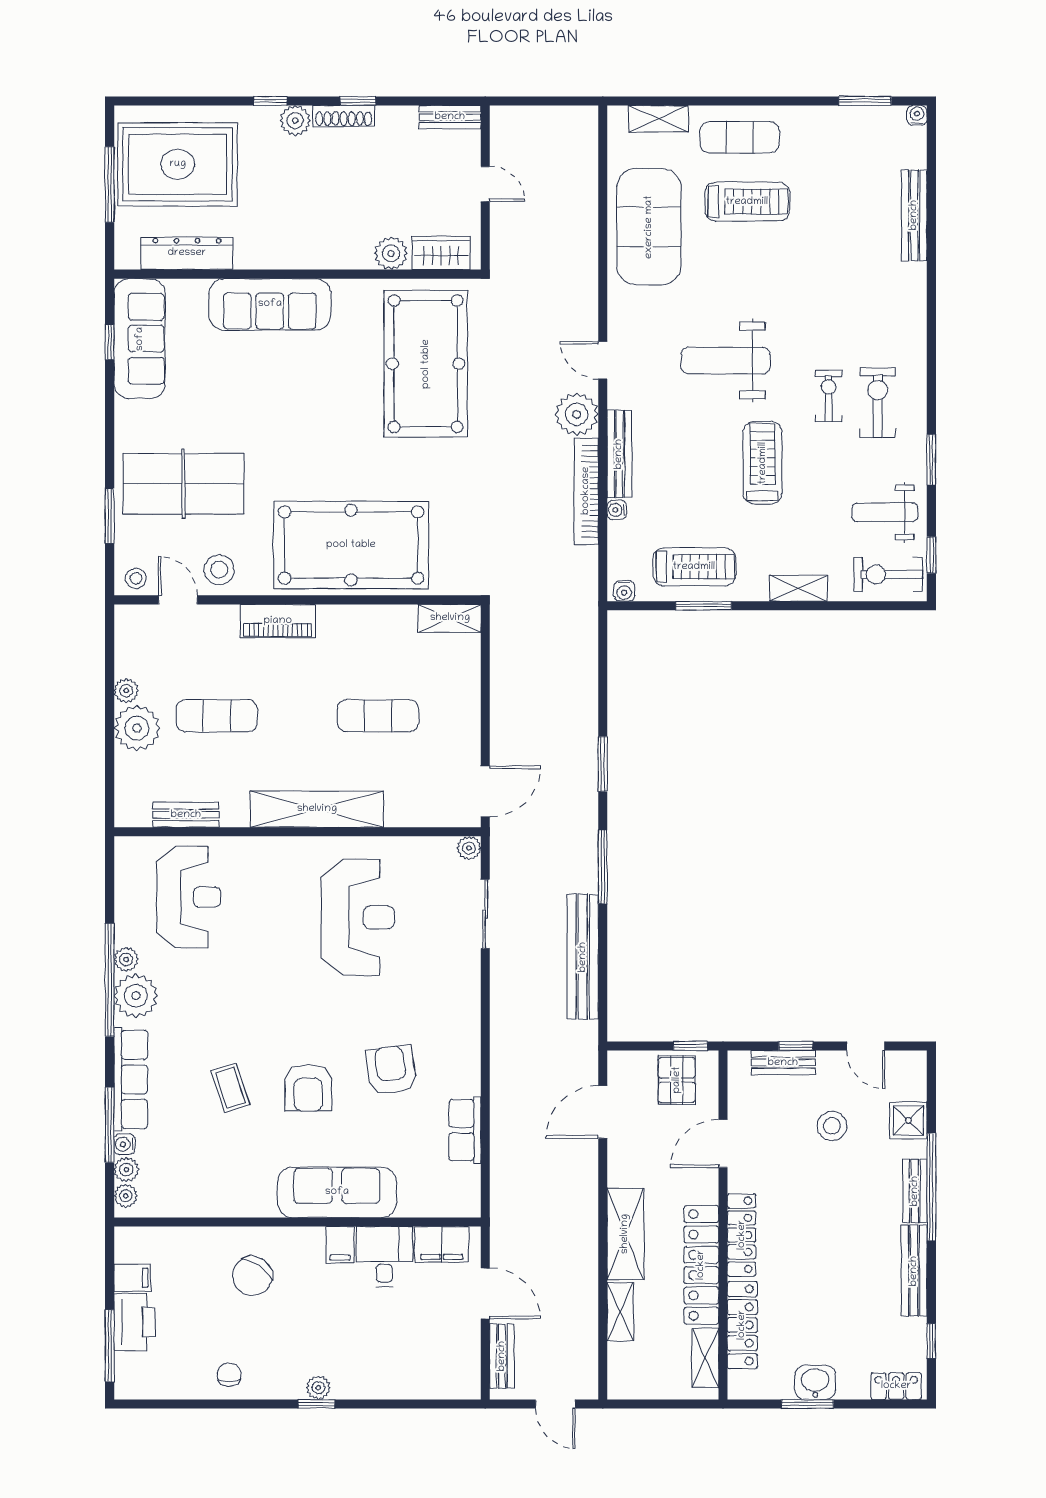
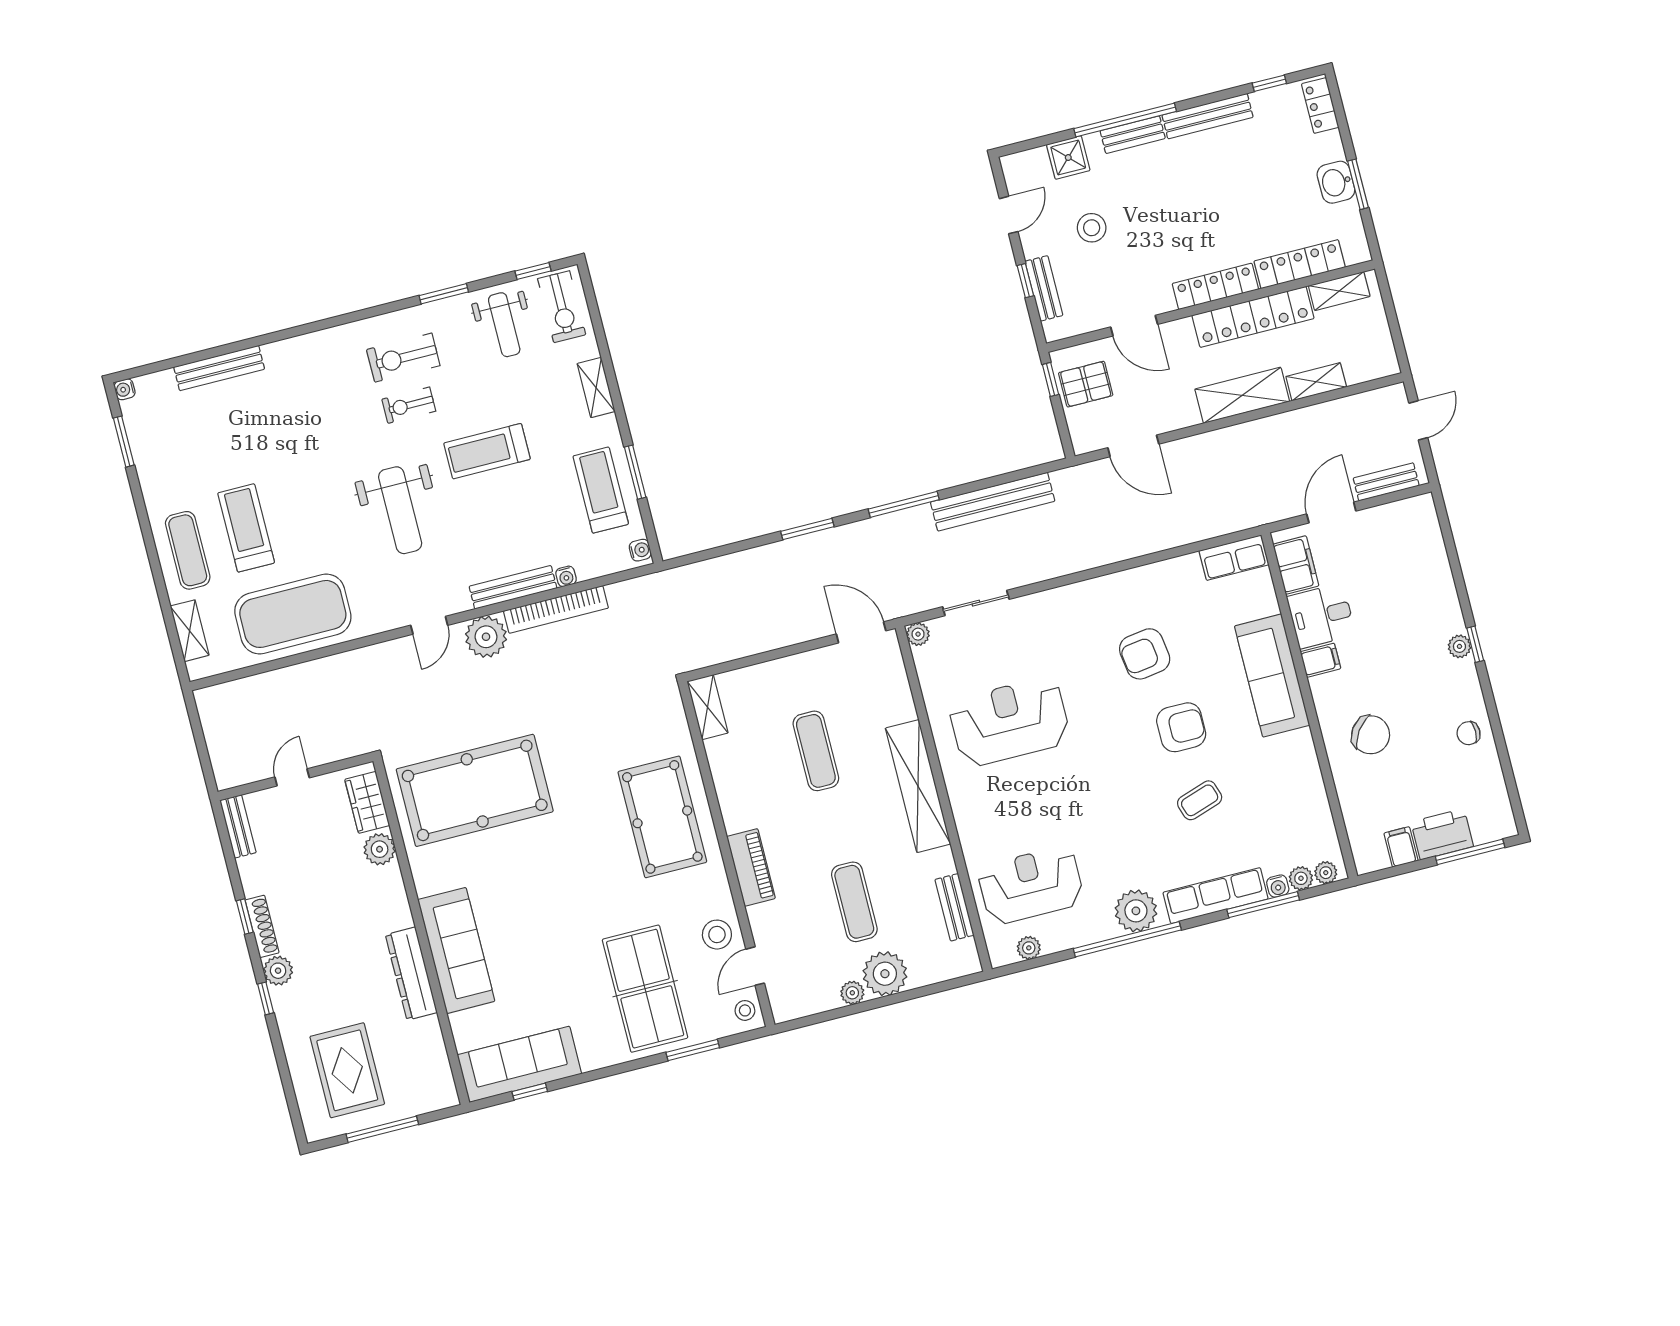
rug: (178, 164) -> (347, 1070), width x0.73, depth x0.69
dresser: (187, 253) -> (411, 974), moved
pool table: (351, 545) -> (662, 817), width x0.73, depth x0.76
plant: (126, 959) -> (1029, 948), moved
row of seats: (465, 1130) -> (1234, 558), moved

